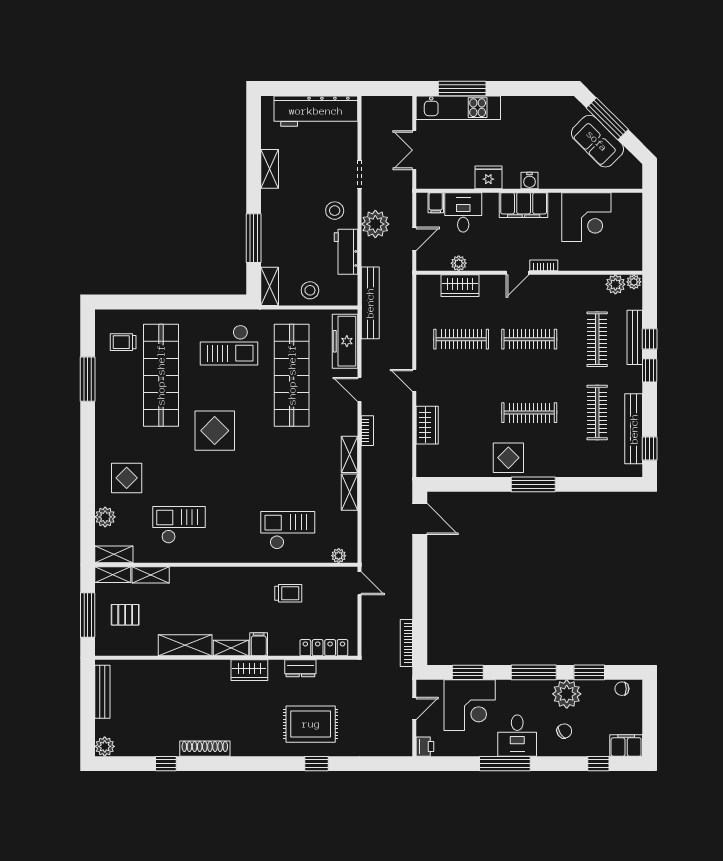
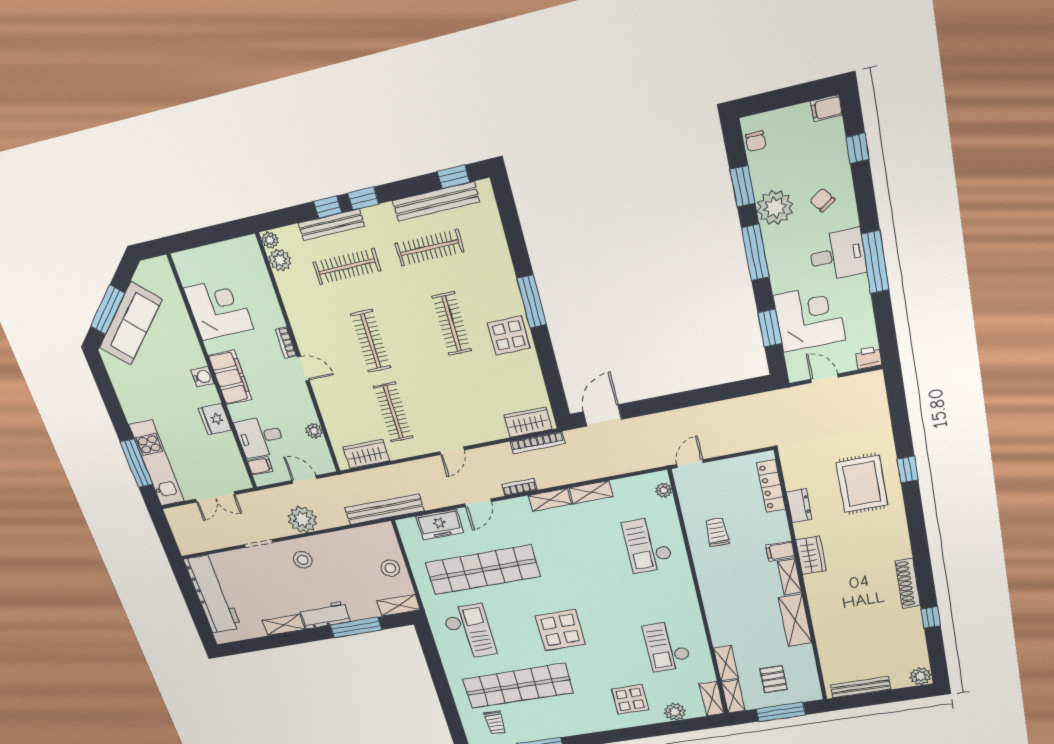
sofa: (597, 141) -> (131, 324), width x1.36
workbench: (346, 252) -> (325, 615), moved, turned 180
wardrobe: (460, 286) -> (366, 454), moved, turned -90
freezer: (345, 341) -> (440, 525), width x0.71
wardrobe: (427, 425) -> (528, 422), moved
bookcase: (406, 643) -> (538, 443), moved
filing cabinet: (626, 745) -> (826, 108), width x0.50

